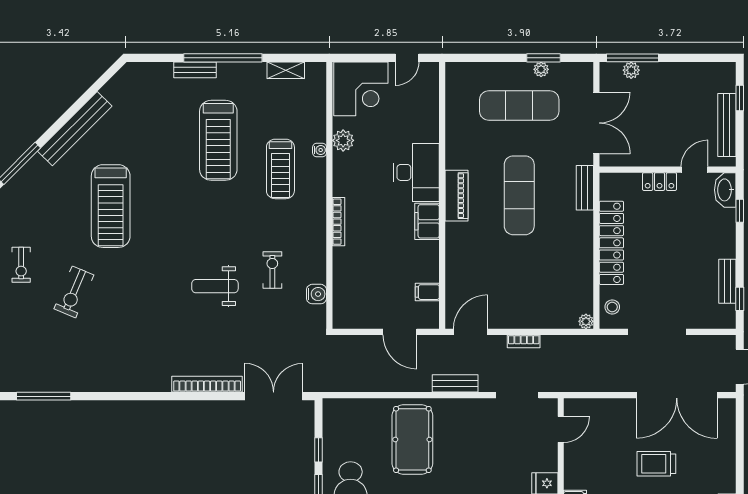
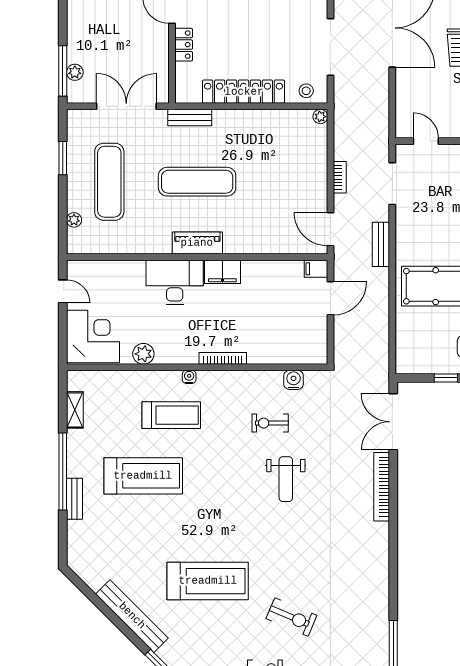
plant: (541, 69) -> (74, 220), moved
water cooler: (320, 150) -> (189, 377), moved
filing cabinet: (427, 292) -> (316, 269), moved, turned 90

